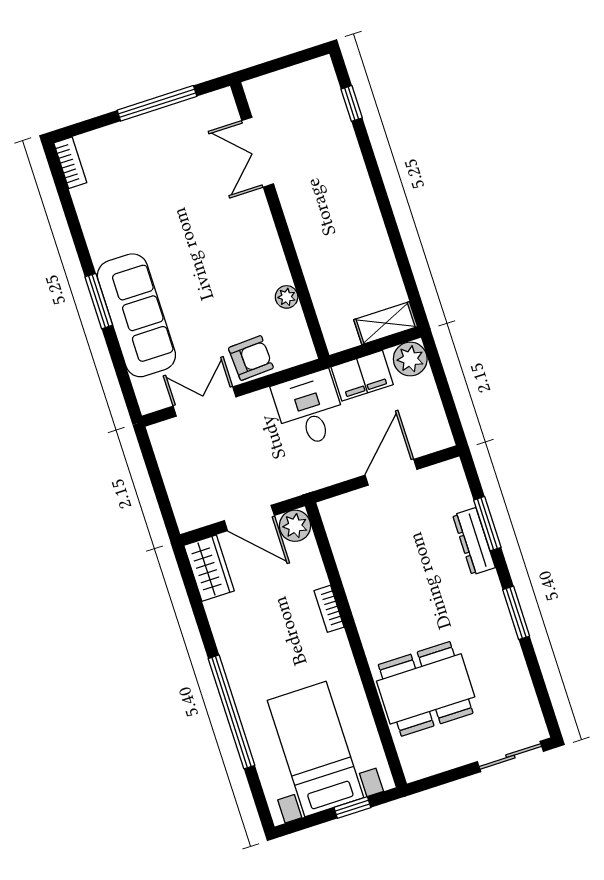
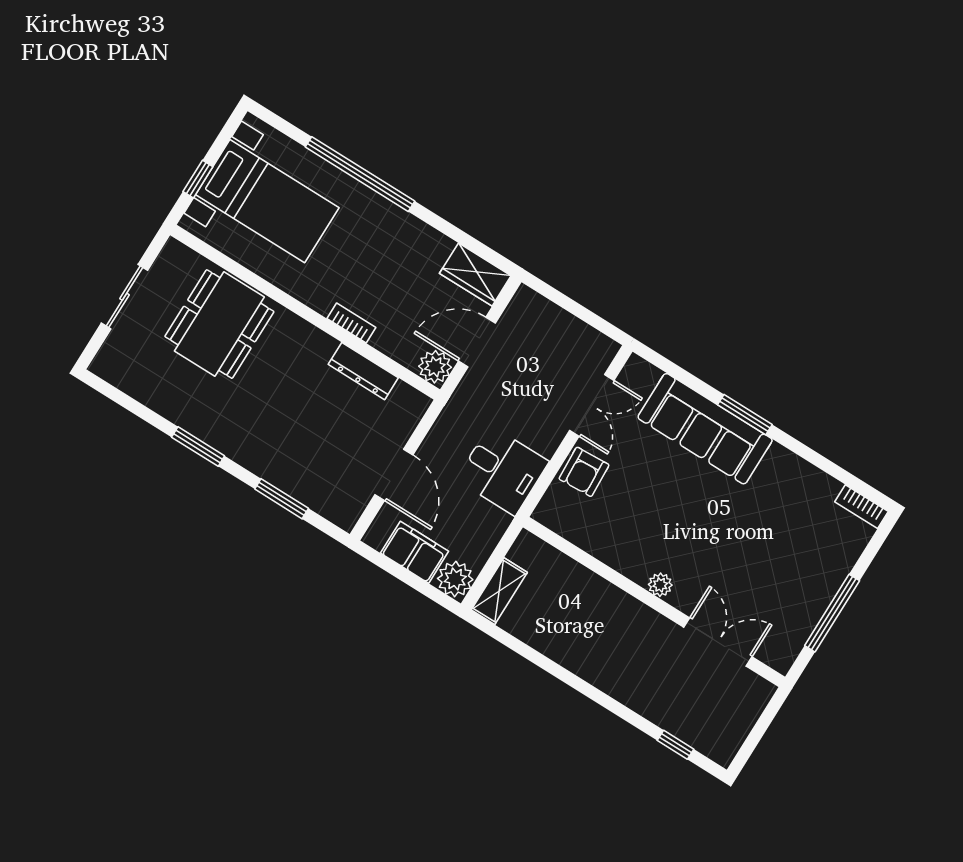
plant: (287, 297) -> (660, 585), moved
filing cabinet: (362, 376) -> (415, 552), moved, turned 90
dresser: (474, 541) -> (363, 371), moved, turned 180
sliding door: (510, 756) -> (124, 297), moved

